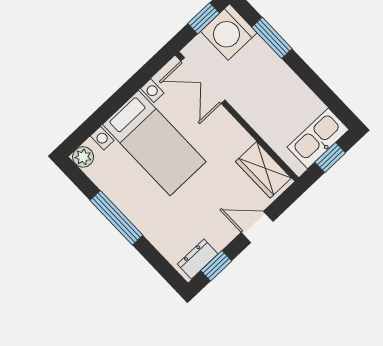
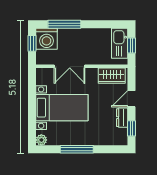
window: (272, 38) -> (64, 24), width x1.44
double door: (203, 81) -> (70, 66), moved
dresser: (198, 259) -> (122, 118), moved

